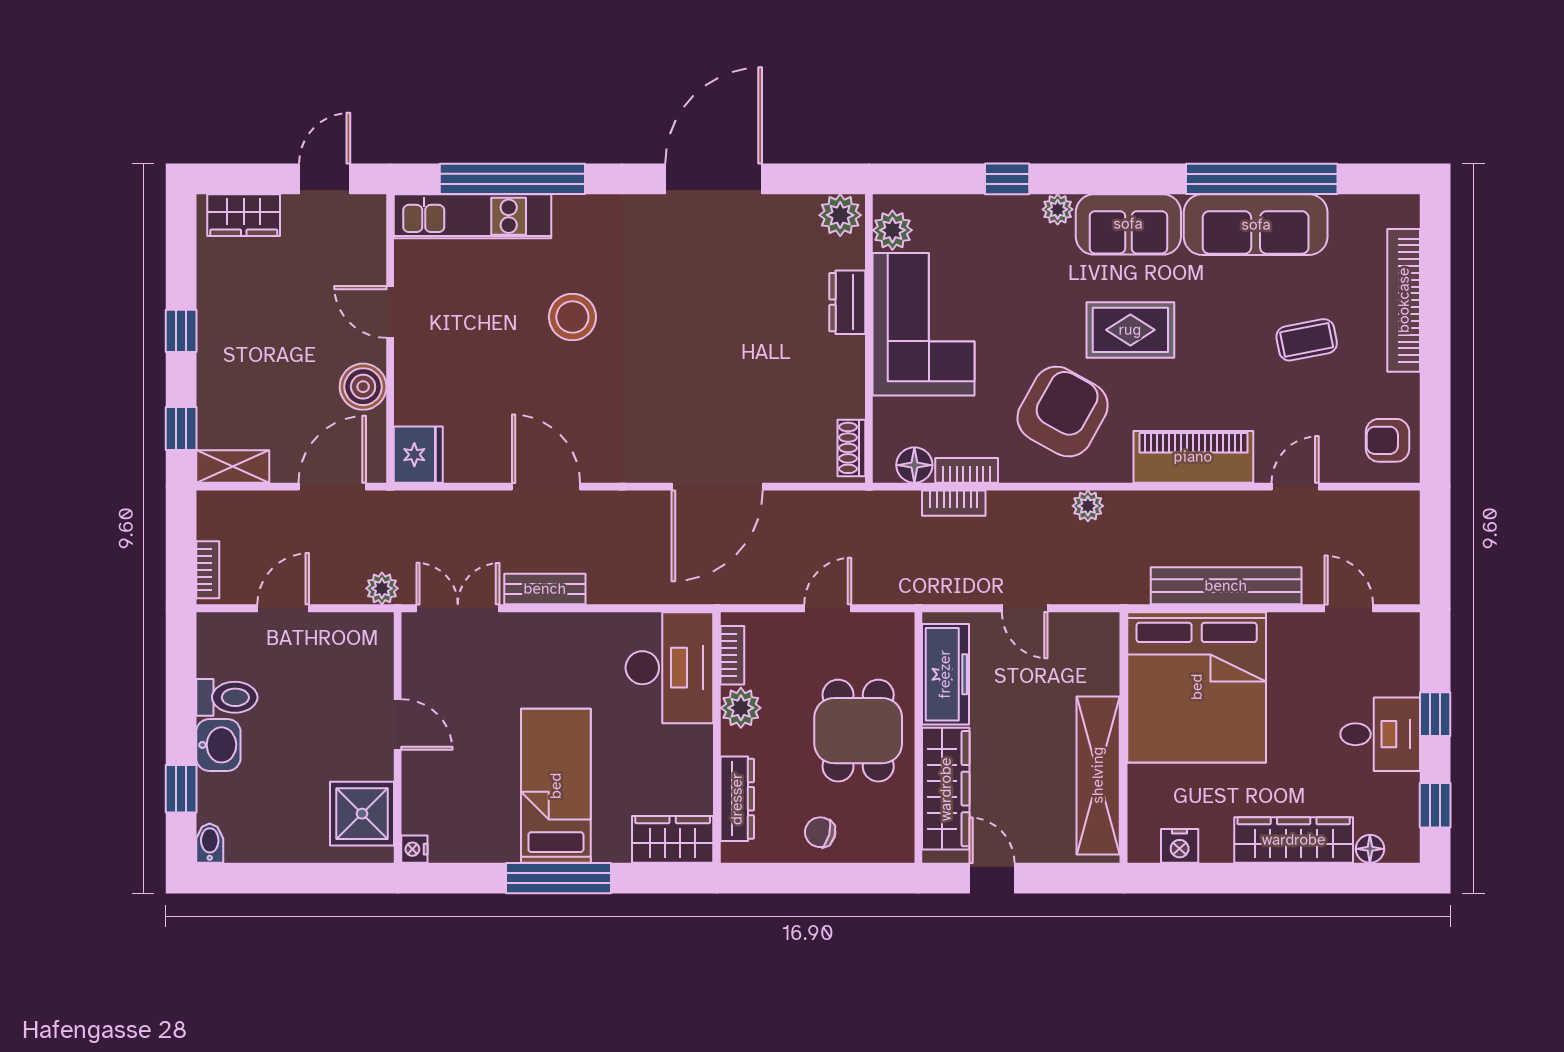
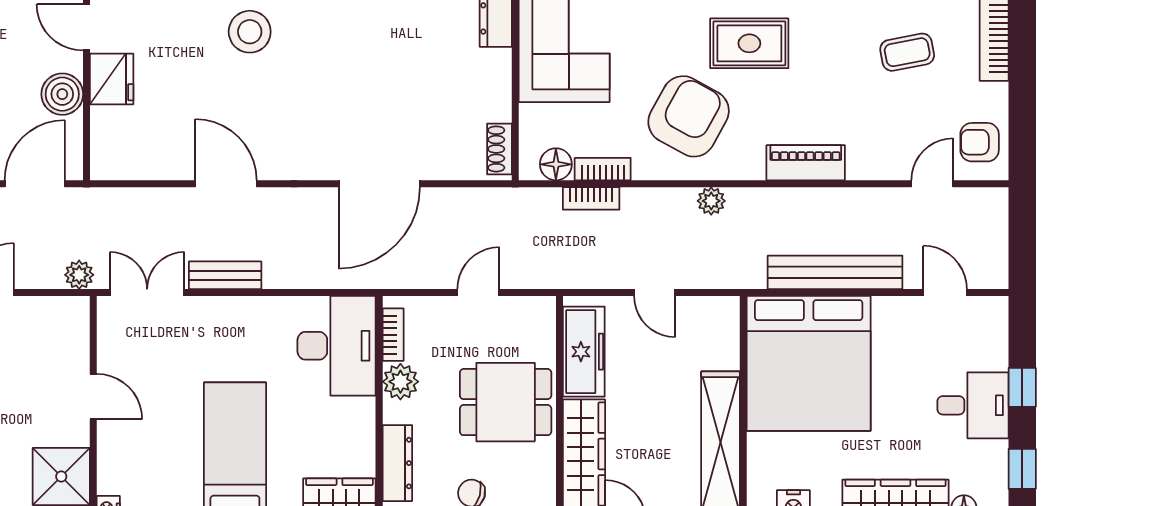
fridge: (418, 455) -> (112, 79), moved
piano: (1193, 457) -> (806, 163), width x0.73, depth x0.75
door: (1295, 487) -> (932, 184), moved
dining table: (858, 731) -> (506, 402), turned 90

